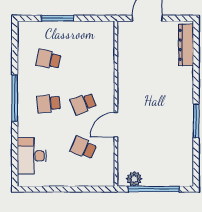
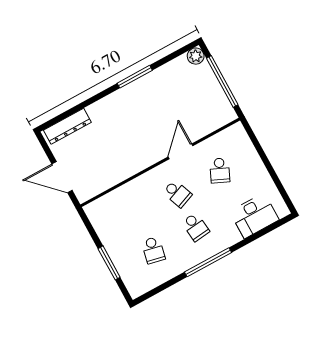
door: (116, 125) -> (180, 151), swing flipped
plant: (134, 179) -> (196, 56), moved

